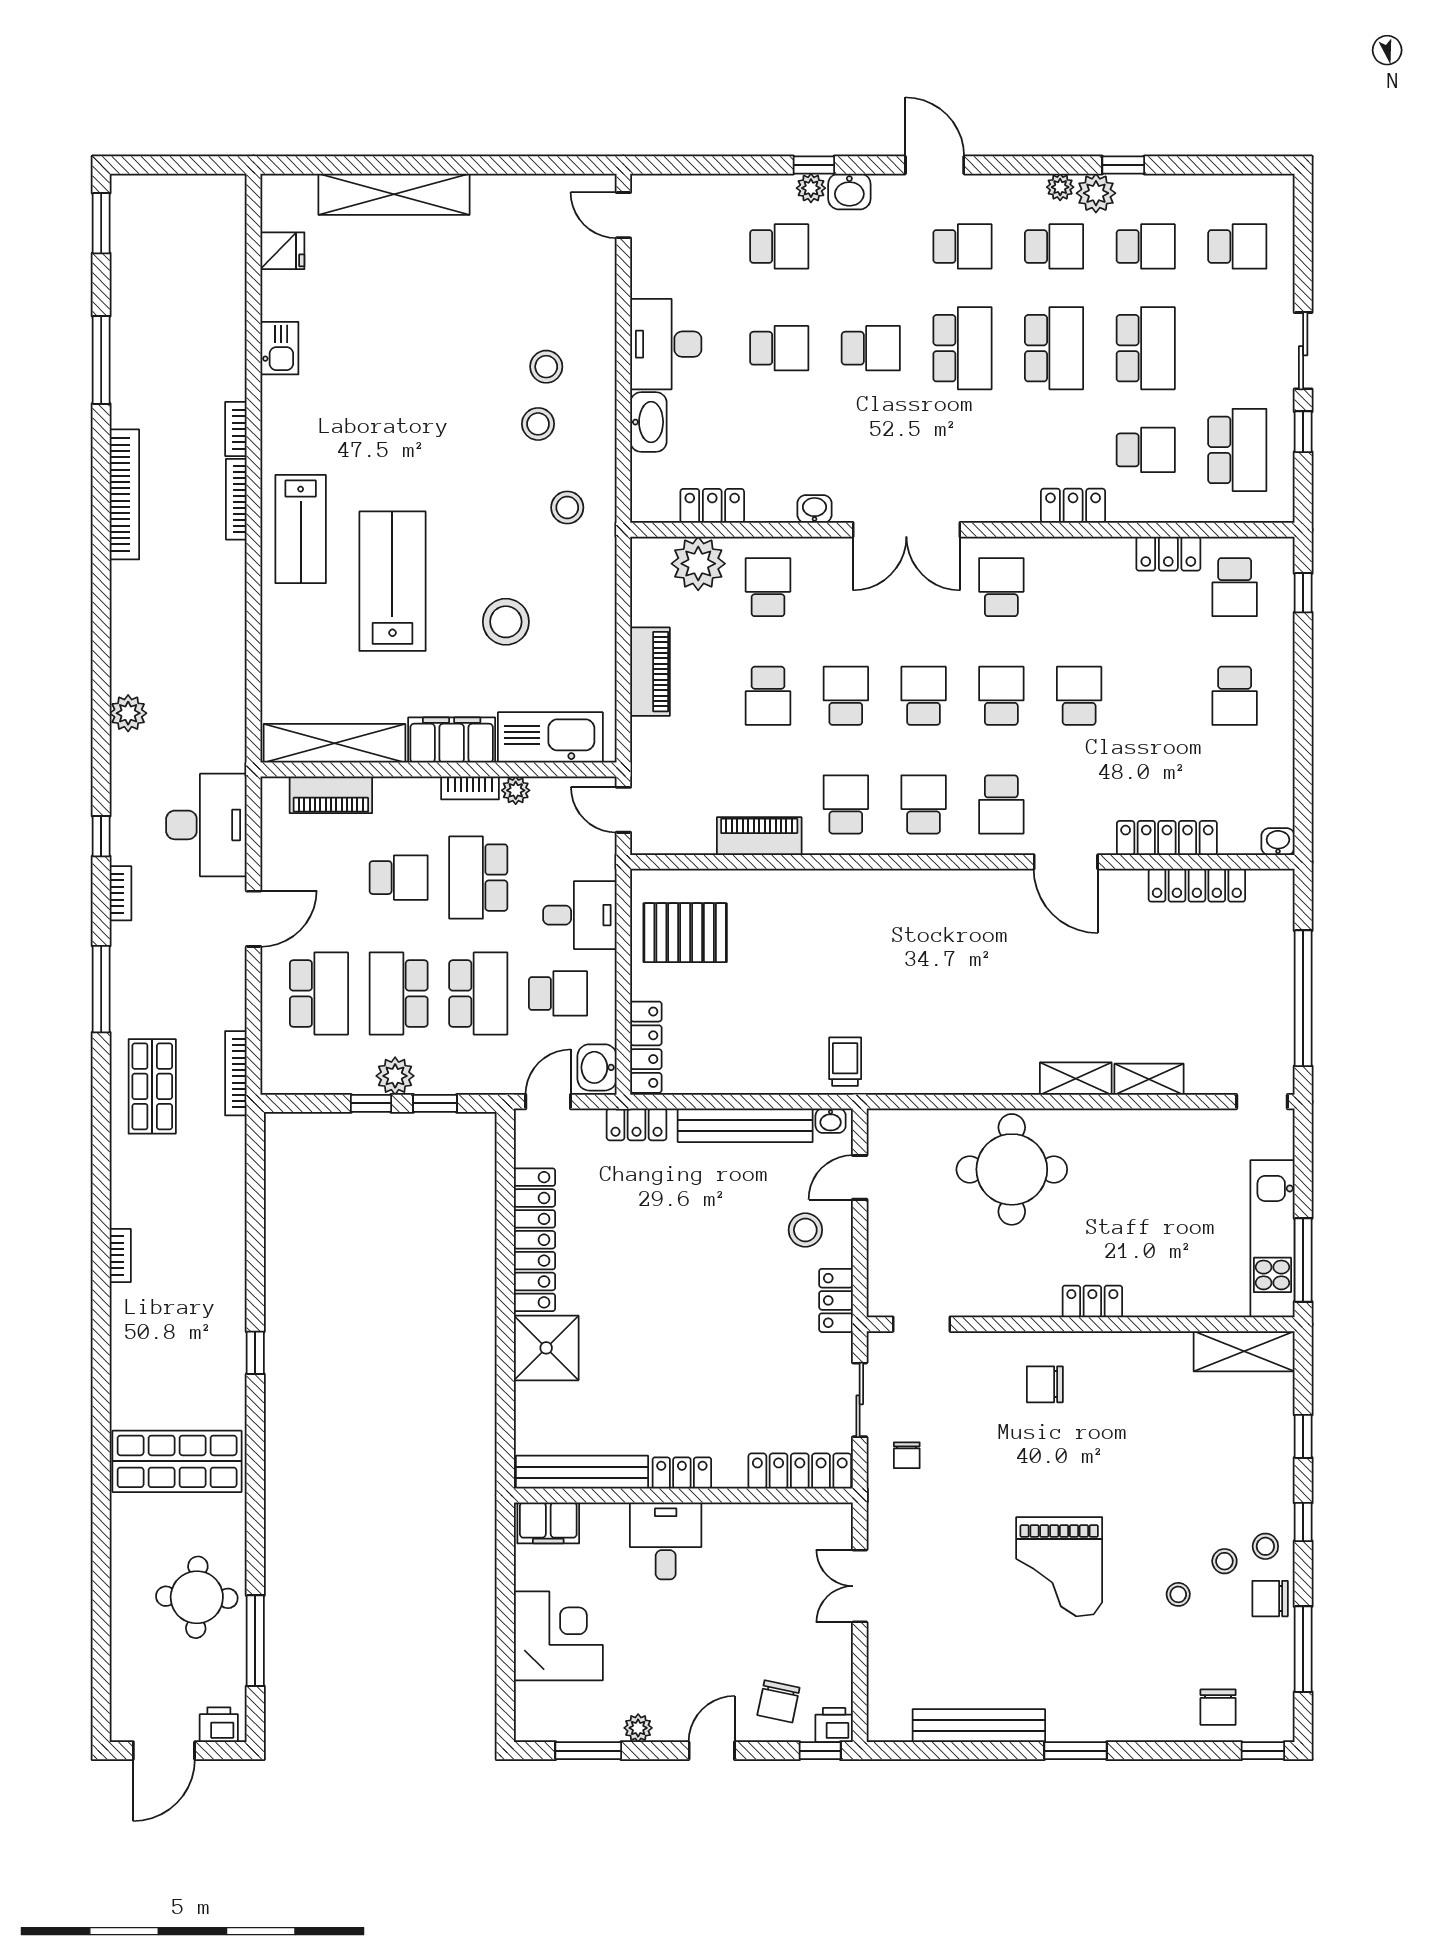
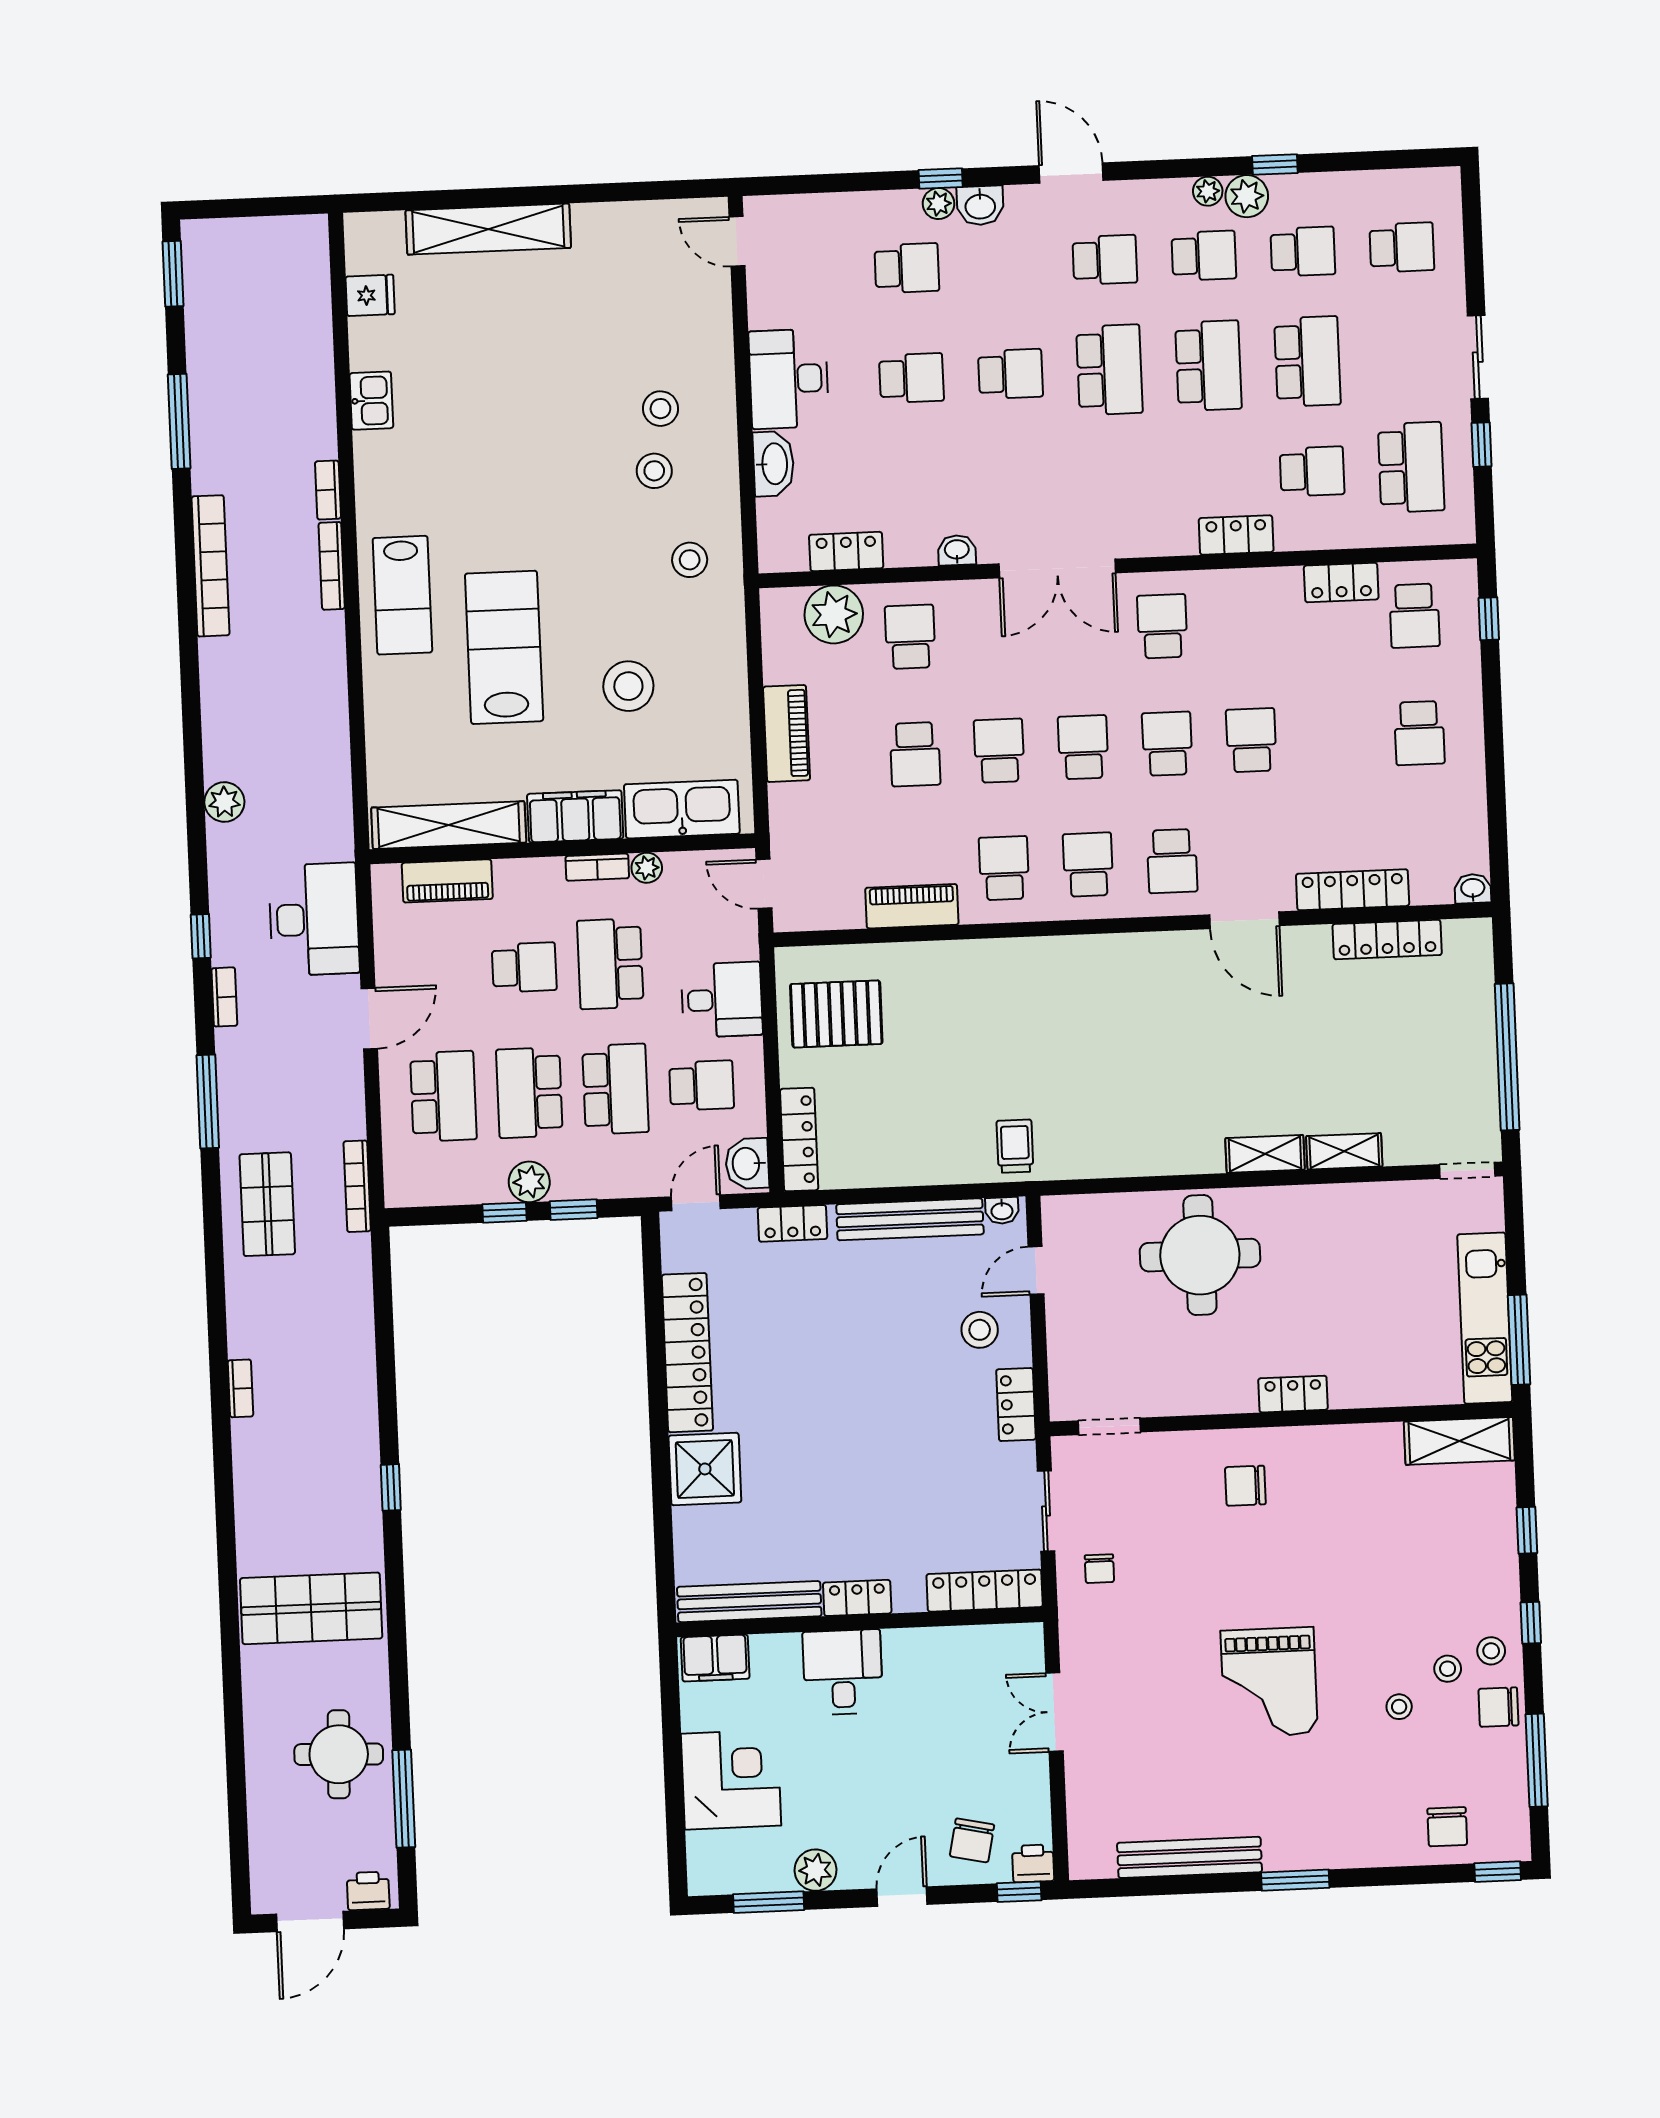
plant: (638, 1728) -> (815, 1870), width x1.38, depth x1.38

